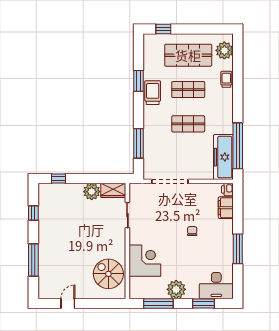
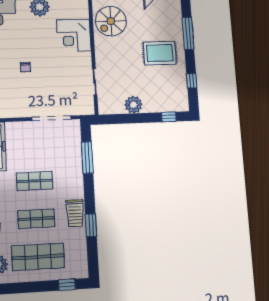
wardrobe: (113, 190) -> (111, 107), removed
rug: (63, 241) -> (160, 53), added
spiral stairs: (108, 274) -> (111, 21), turned 90

